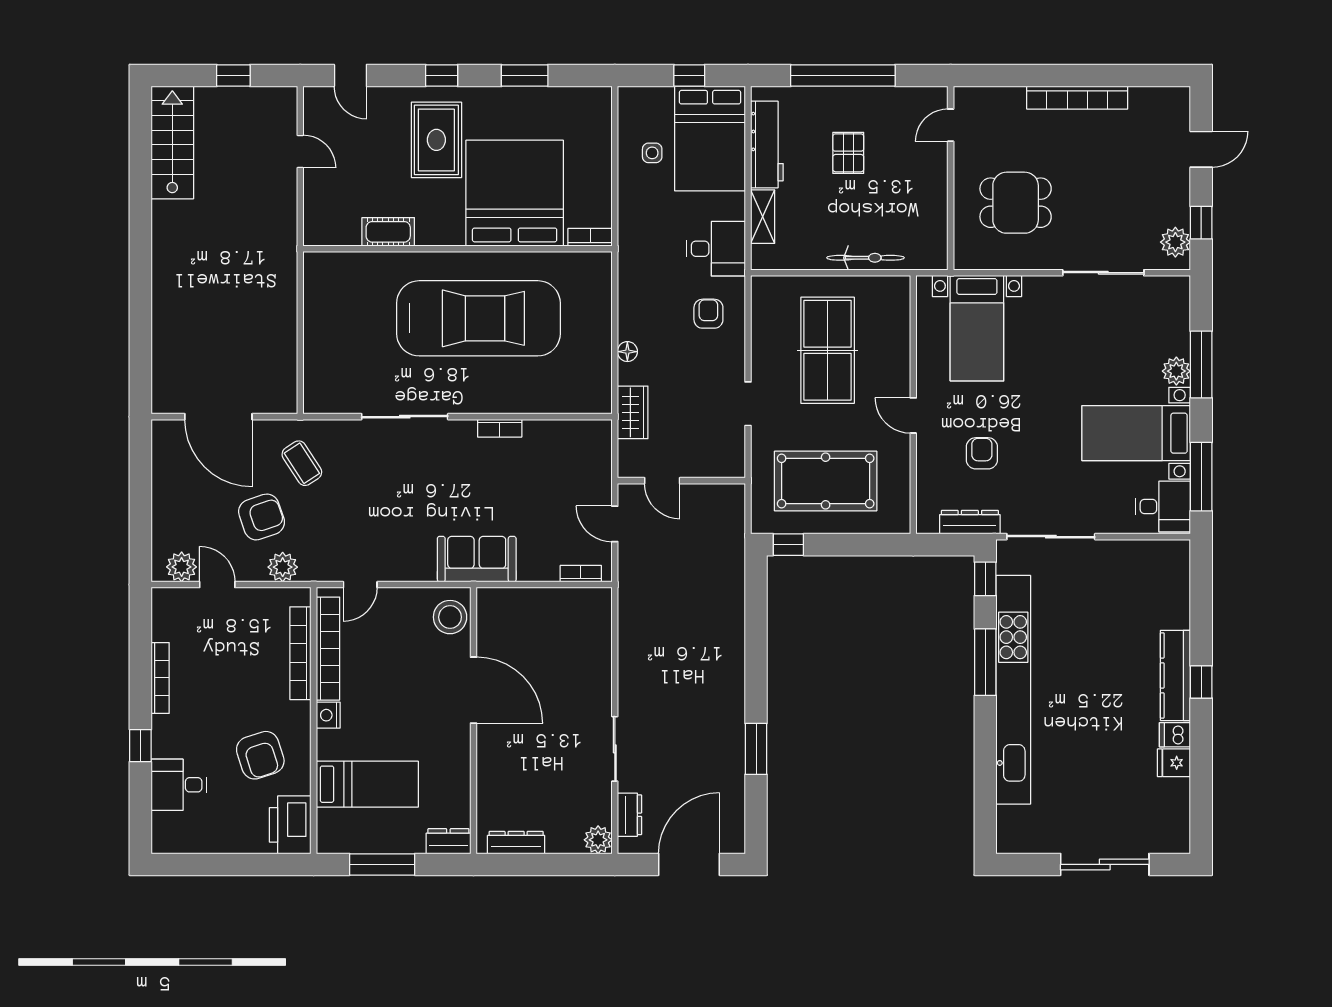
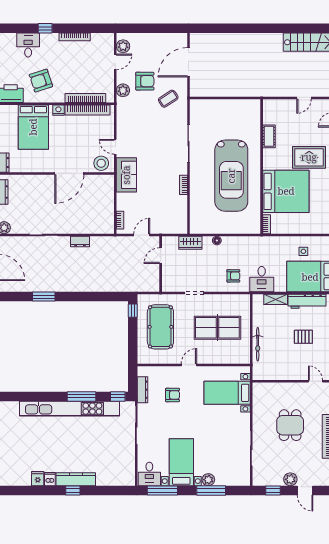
dining table: (1016, 203) -> (290, 425), moved
plant: (1175, 242) -> (290, 479), moved
armchair: (262, 517) -> (145, 81), turned -71
door: (360, 585) -> (115, 147), moved
bed: (367, 784) -> (33, 127), width x1.50
dresser: (630, 815) -> (80, 241), moved

